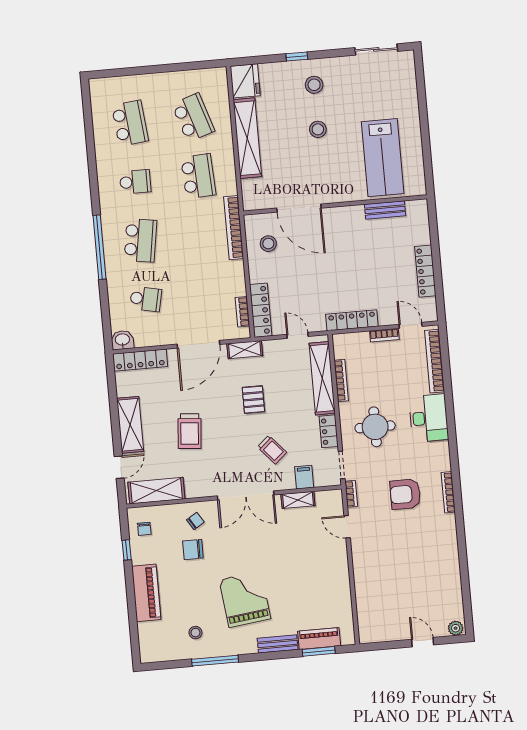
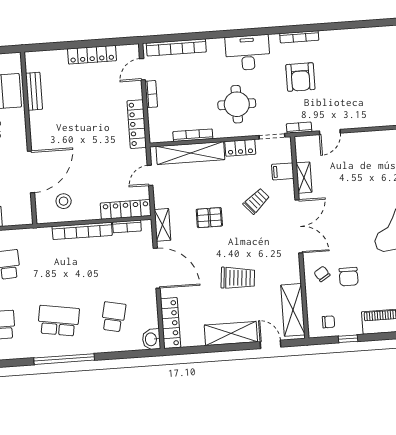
bookcase: (234, 228) -> (82, 231), moved
desk: (429, 418) -> (248, 53), moved

